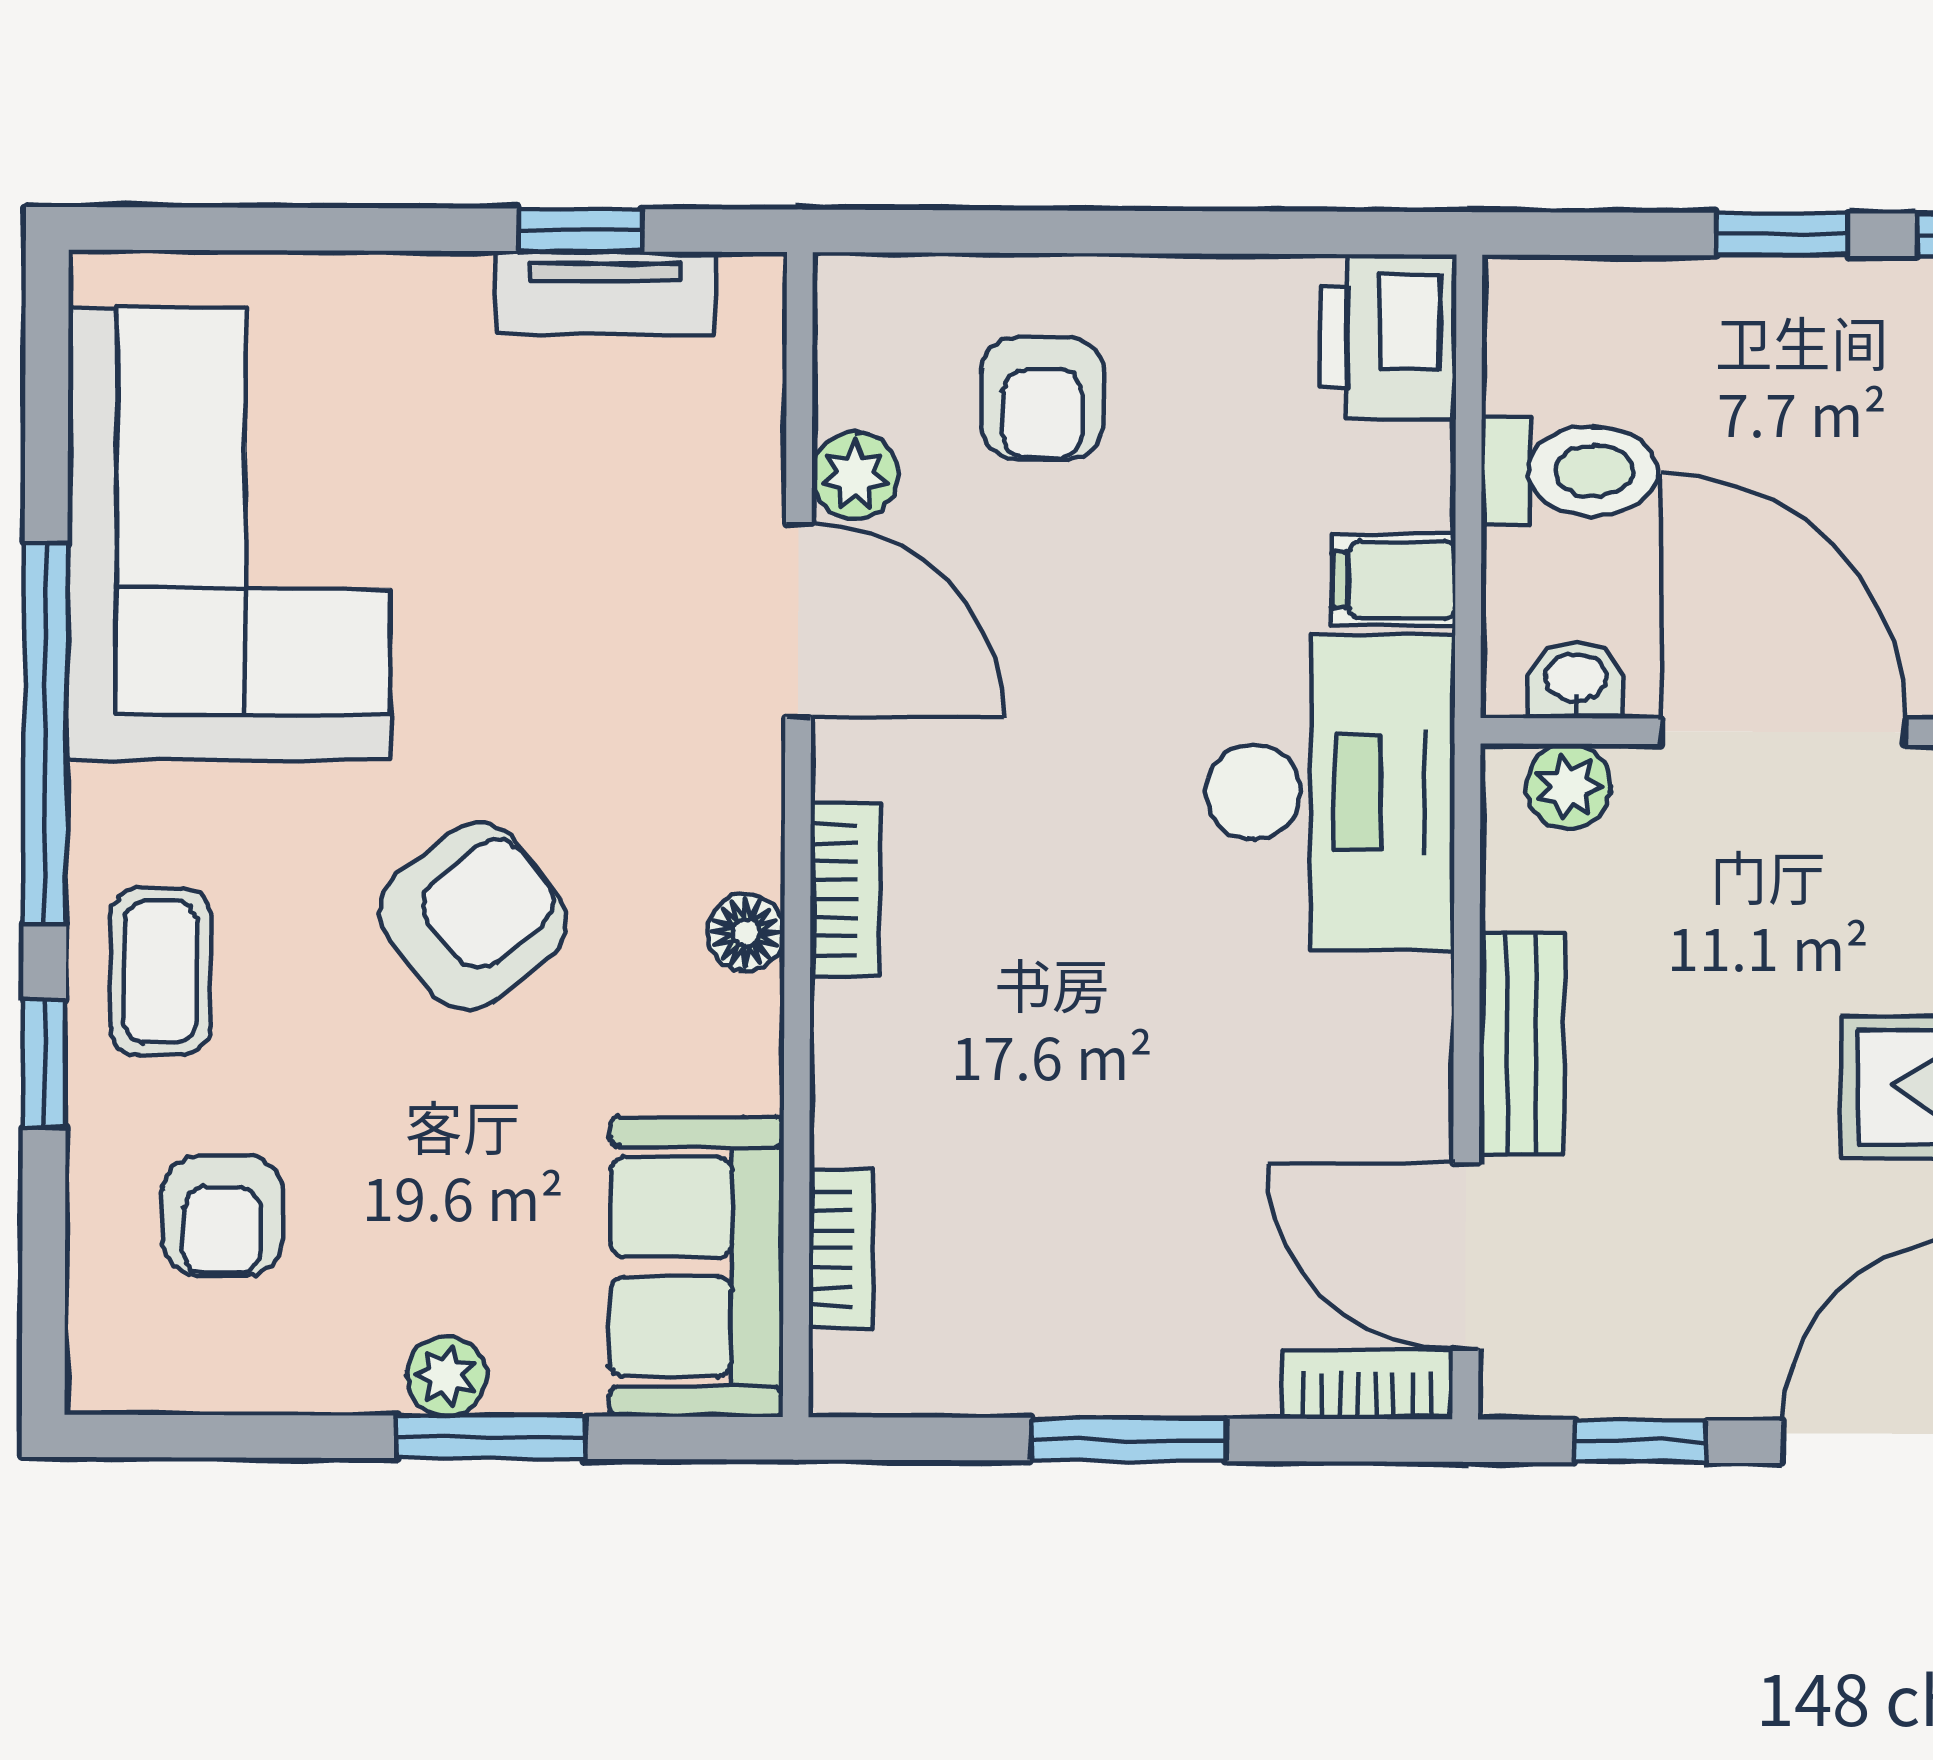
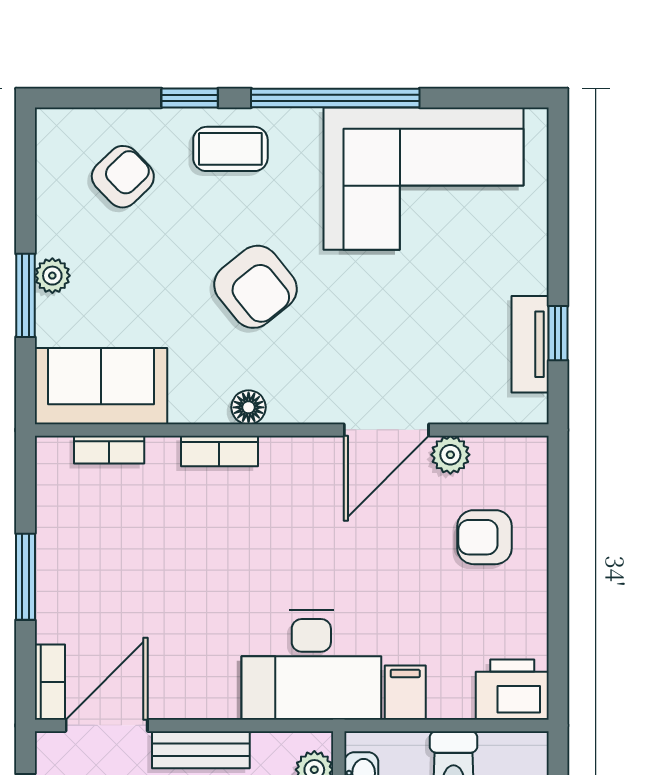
bookcase: (845, 889) -> (219, 451), moved
armchair: (222, 1216) -> (123, 177), turned 136

